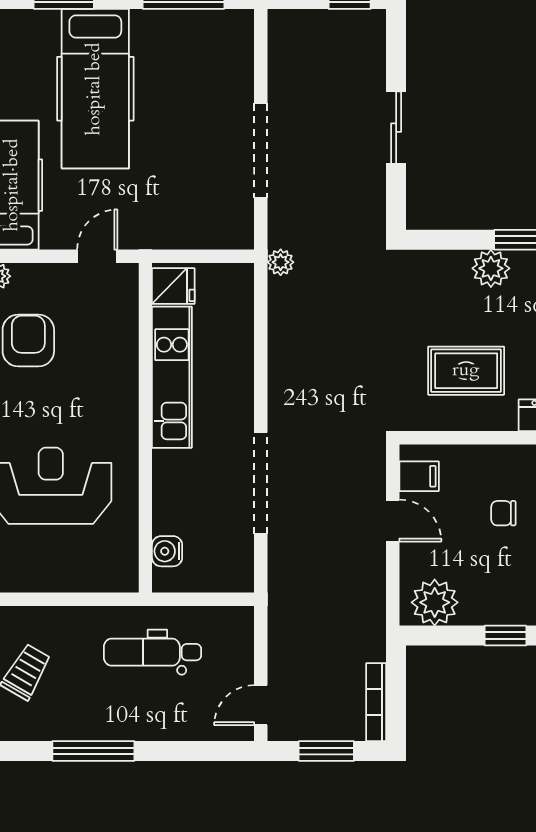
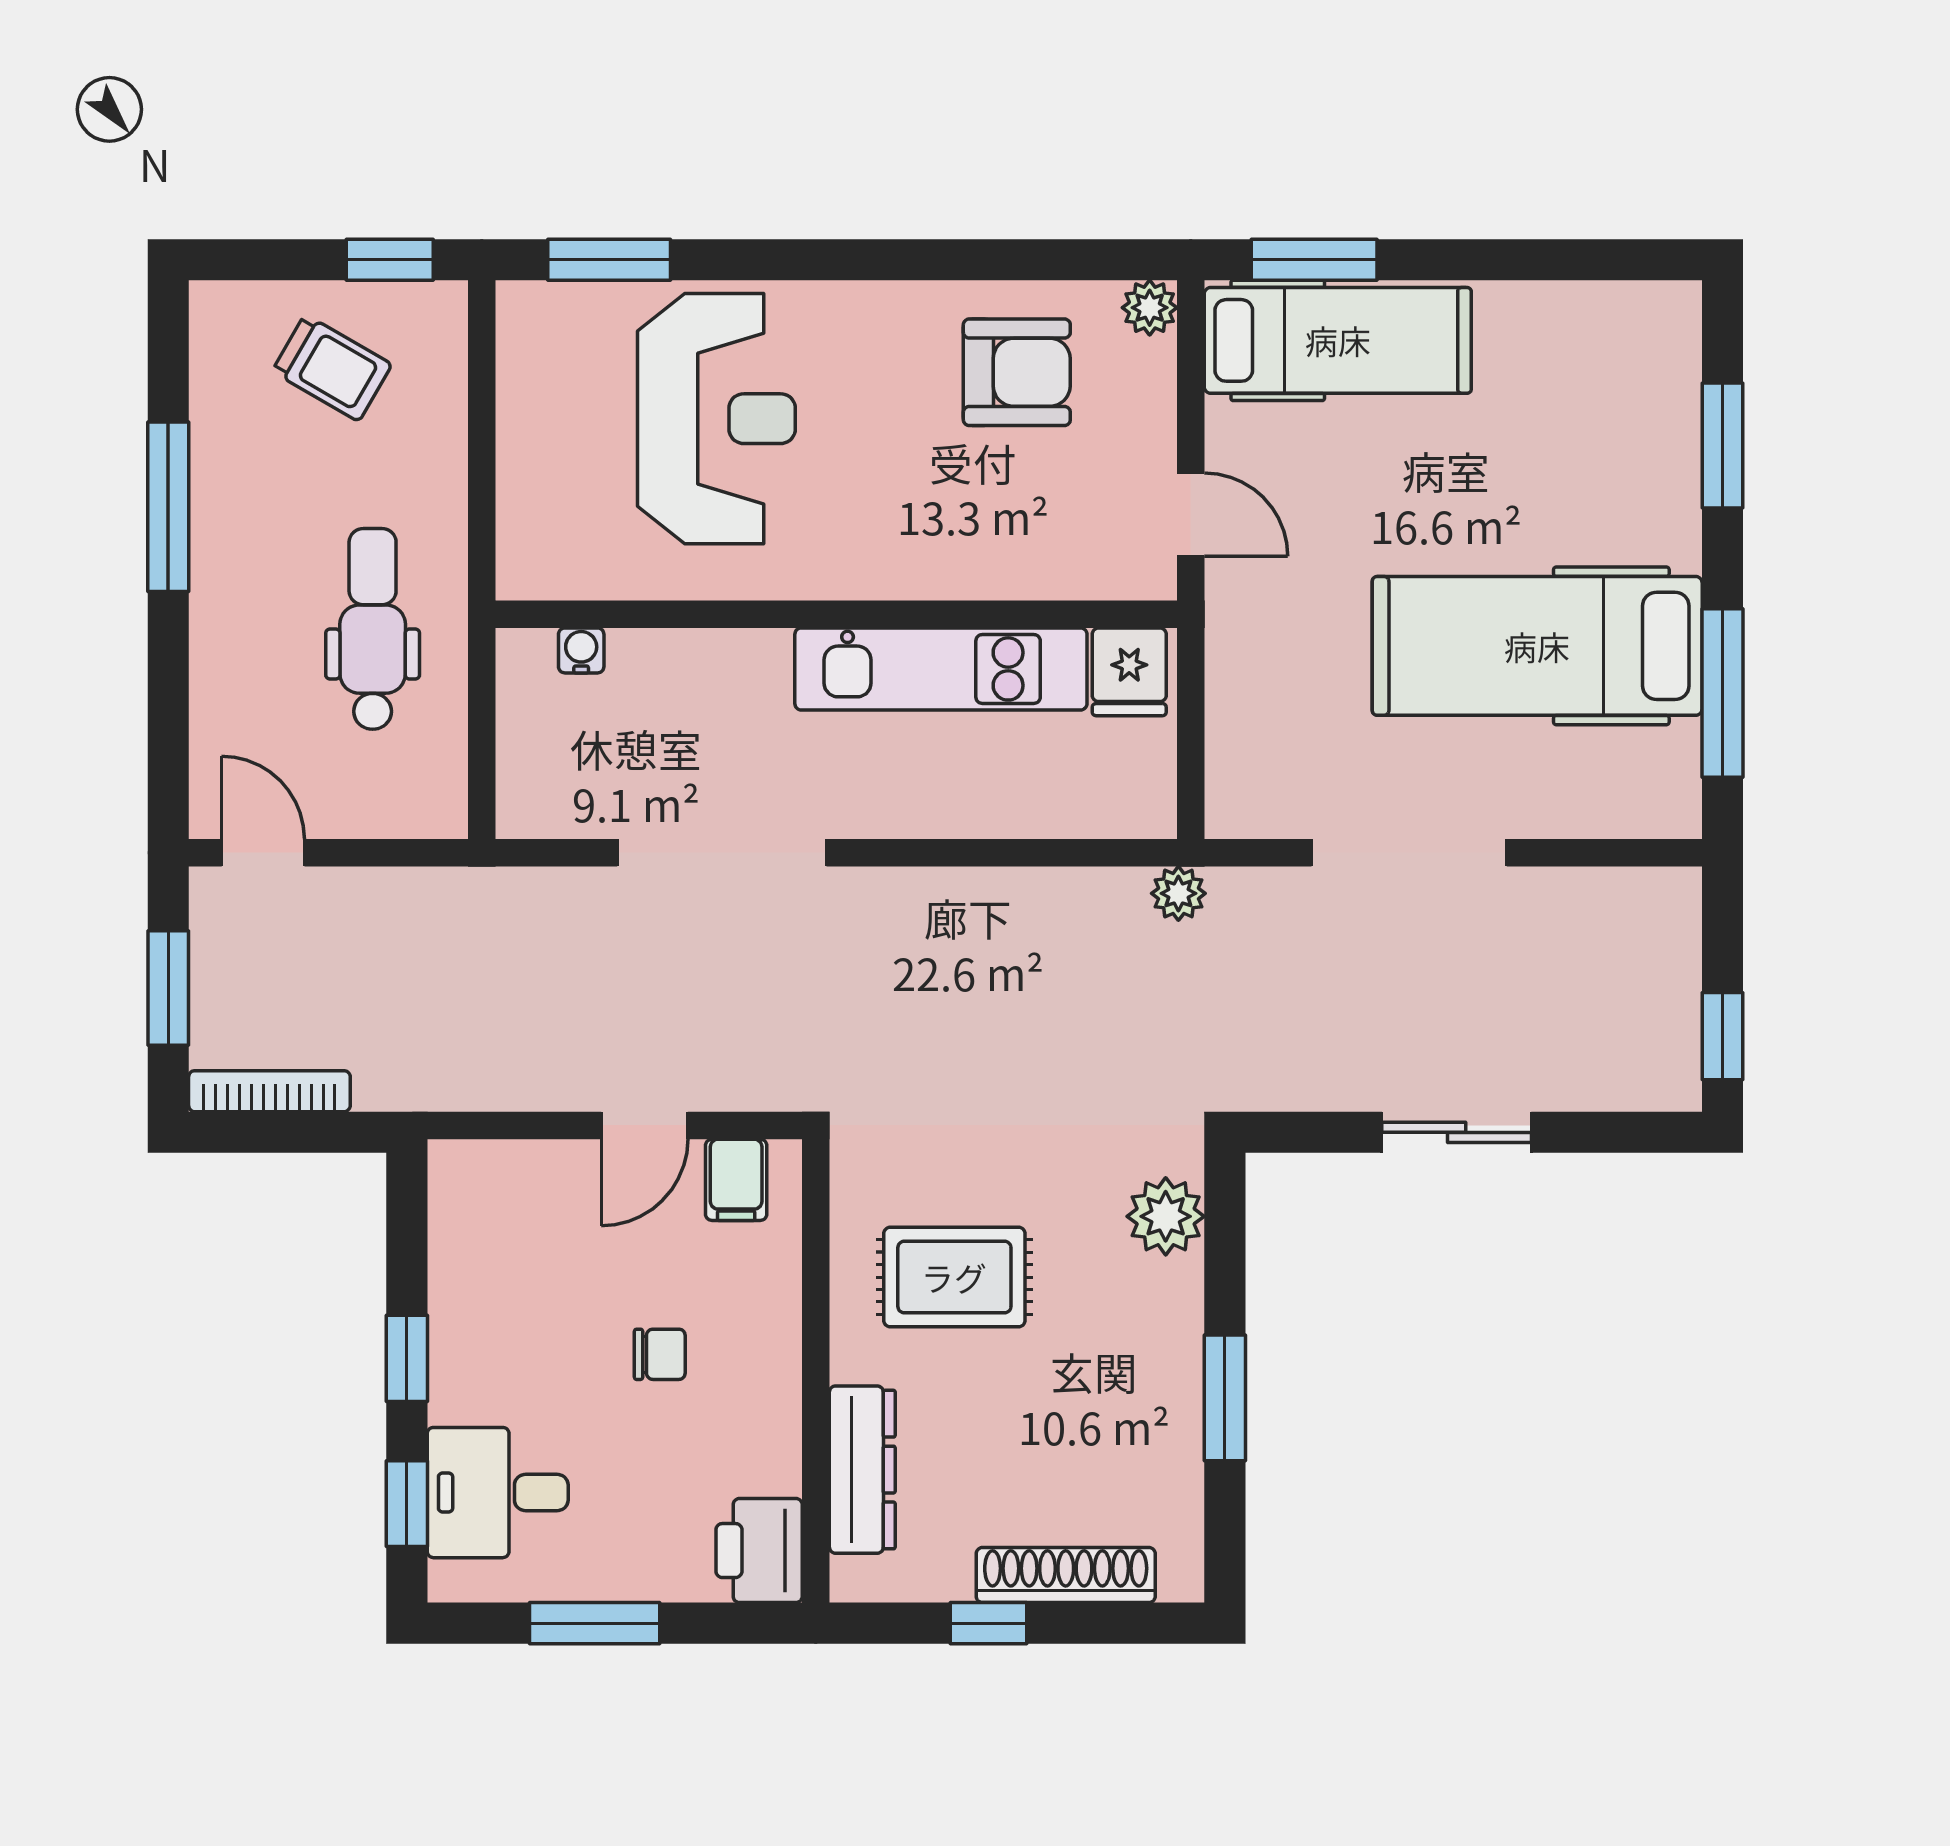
hospital bed: (95, 89) -> (1537, 646), moved
plant: (491, 268) -> (1166, 1216), moved
rug: (466, 371) -> (954, 1277), turned 90
chair: (503, 513) -> (660, 1354), turned 90
water cooler: (167, 551) -> (581, 650), width x0.72, depth x0.72
plant: (435, 602) -> (475, 1212), removed

